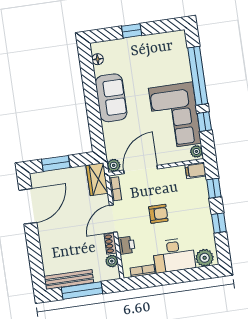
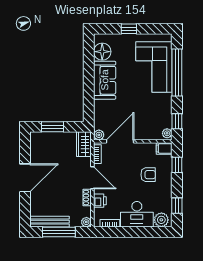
floor lamp: (98, 59) -> (102, 52), width x1.89, depth x1.89
corner sofa: (175, 116) -> (154, 67), moved
window: (204, 122) -> (177, 121), moved
door: (28, 206) -> (25, 178), moved
armchair: (158, 214) -> (148, 175), moved
door: (113, 219) -> (92, 178), swing flipped
window: (219, 223) -> (177, 206), moved
plant: (112, 261) -> (86, 222), moved

